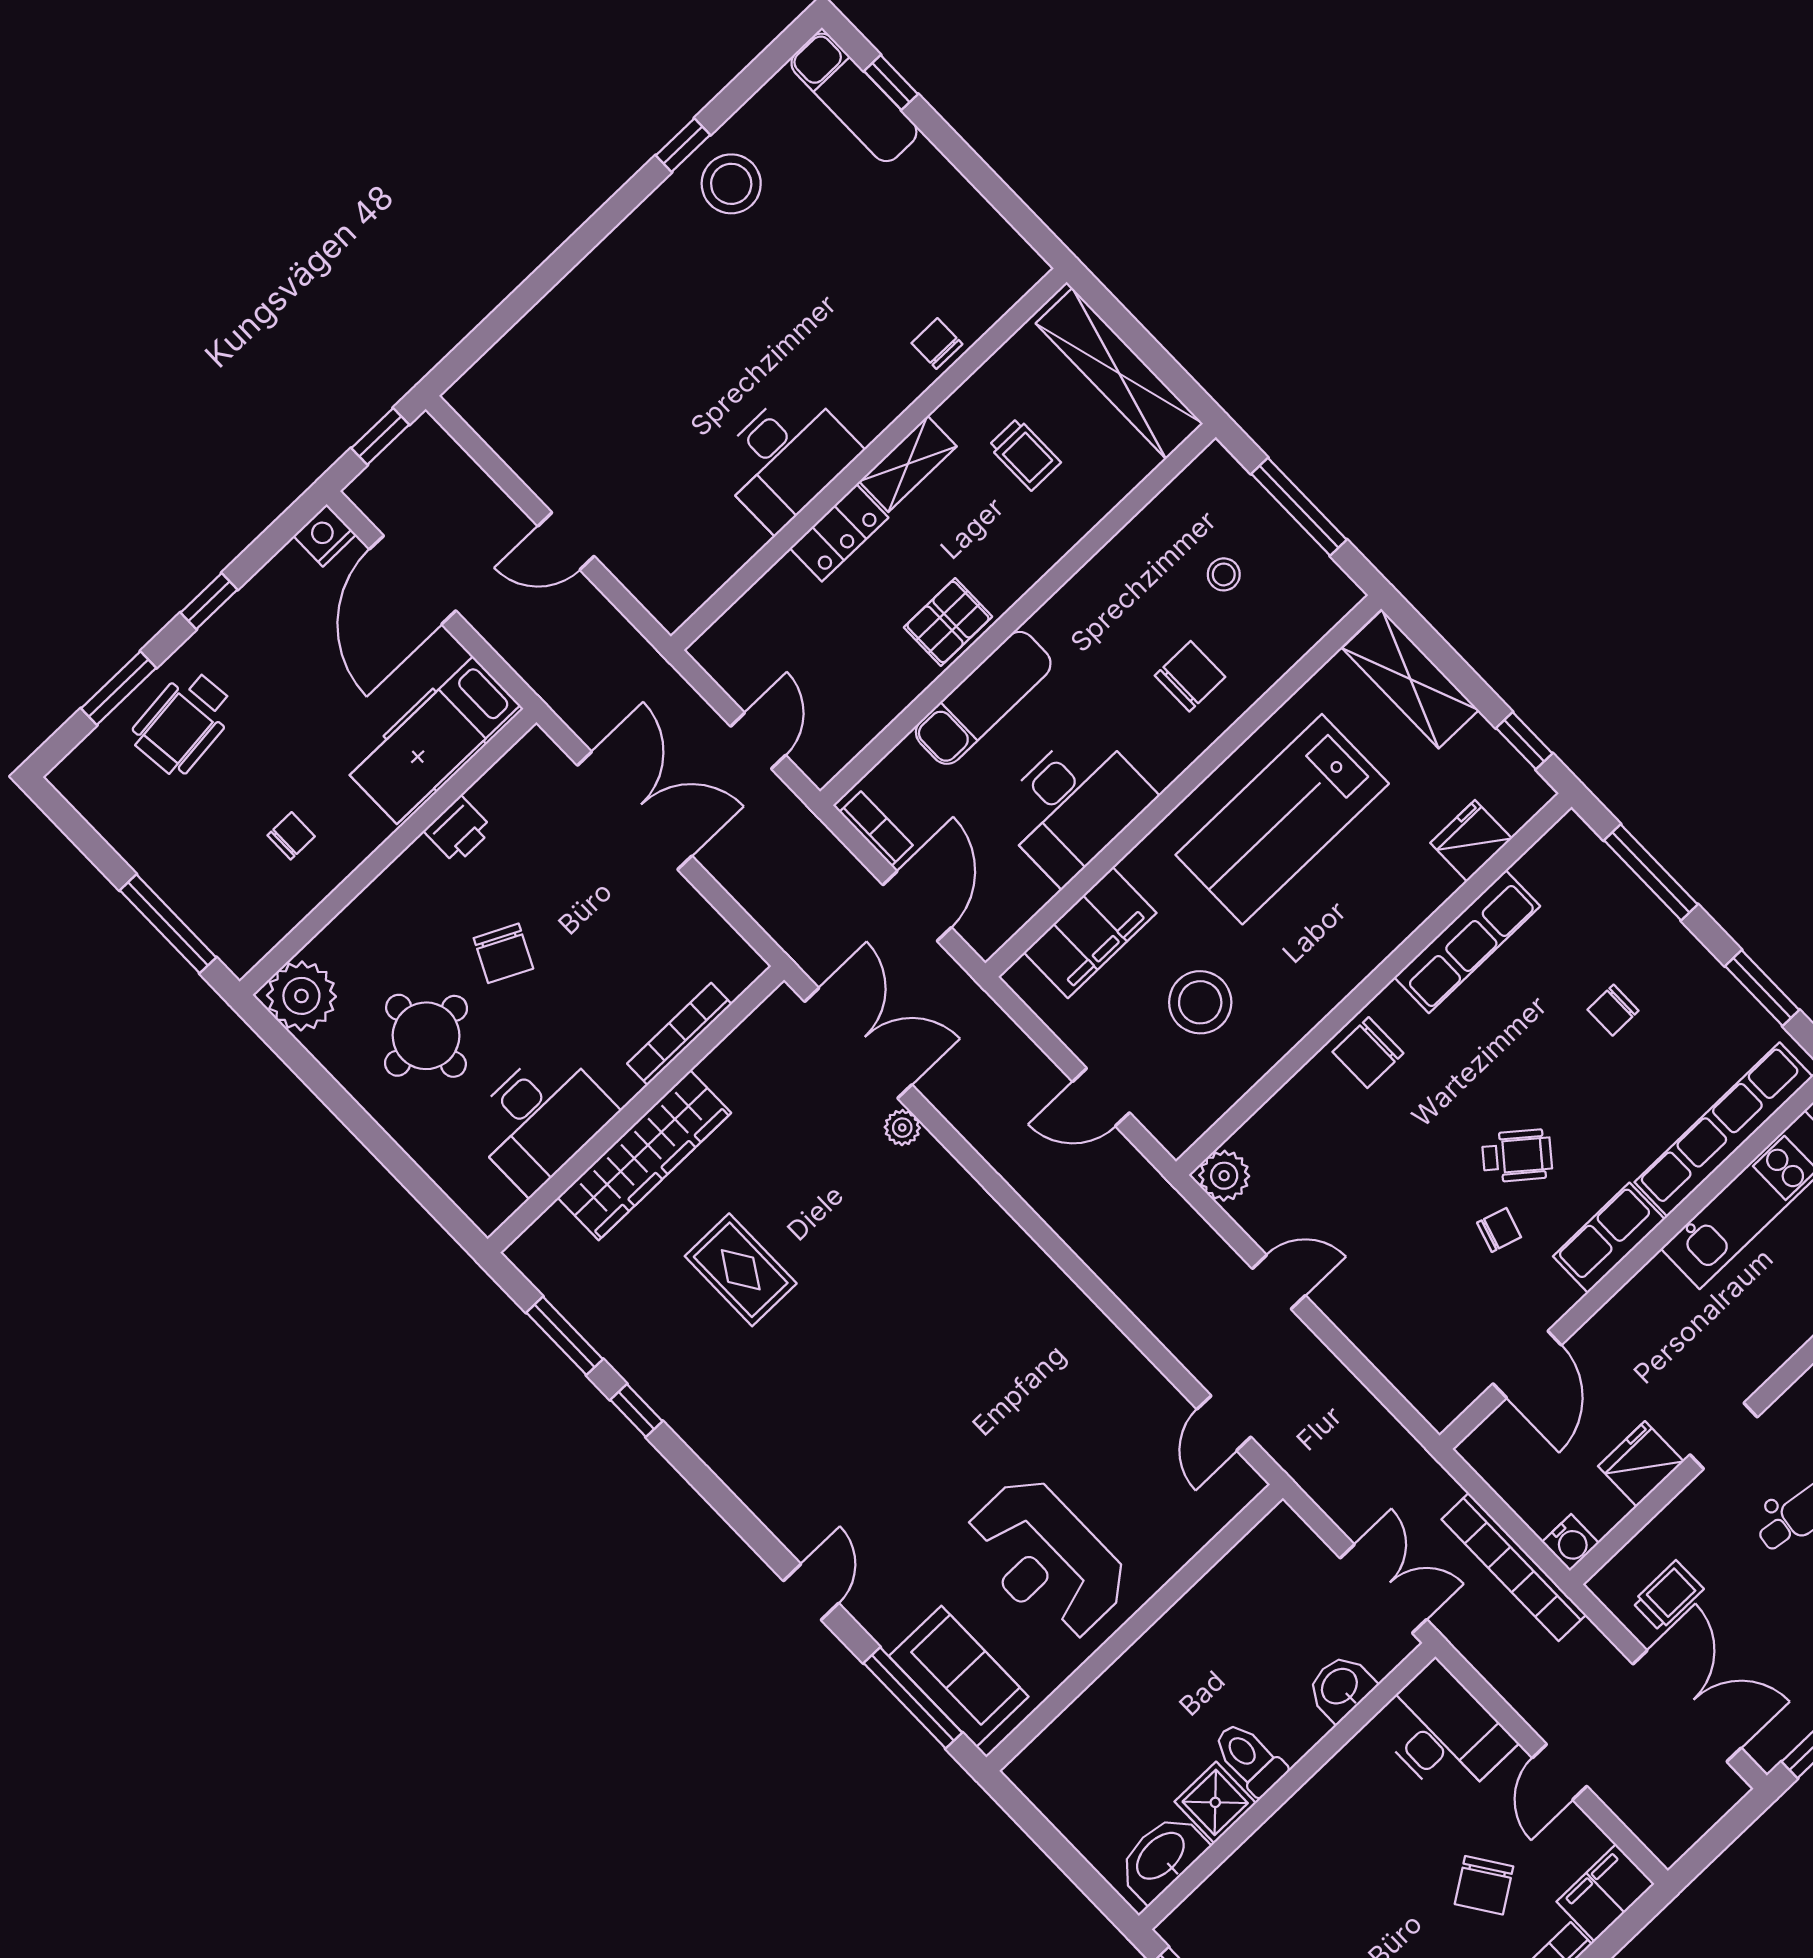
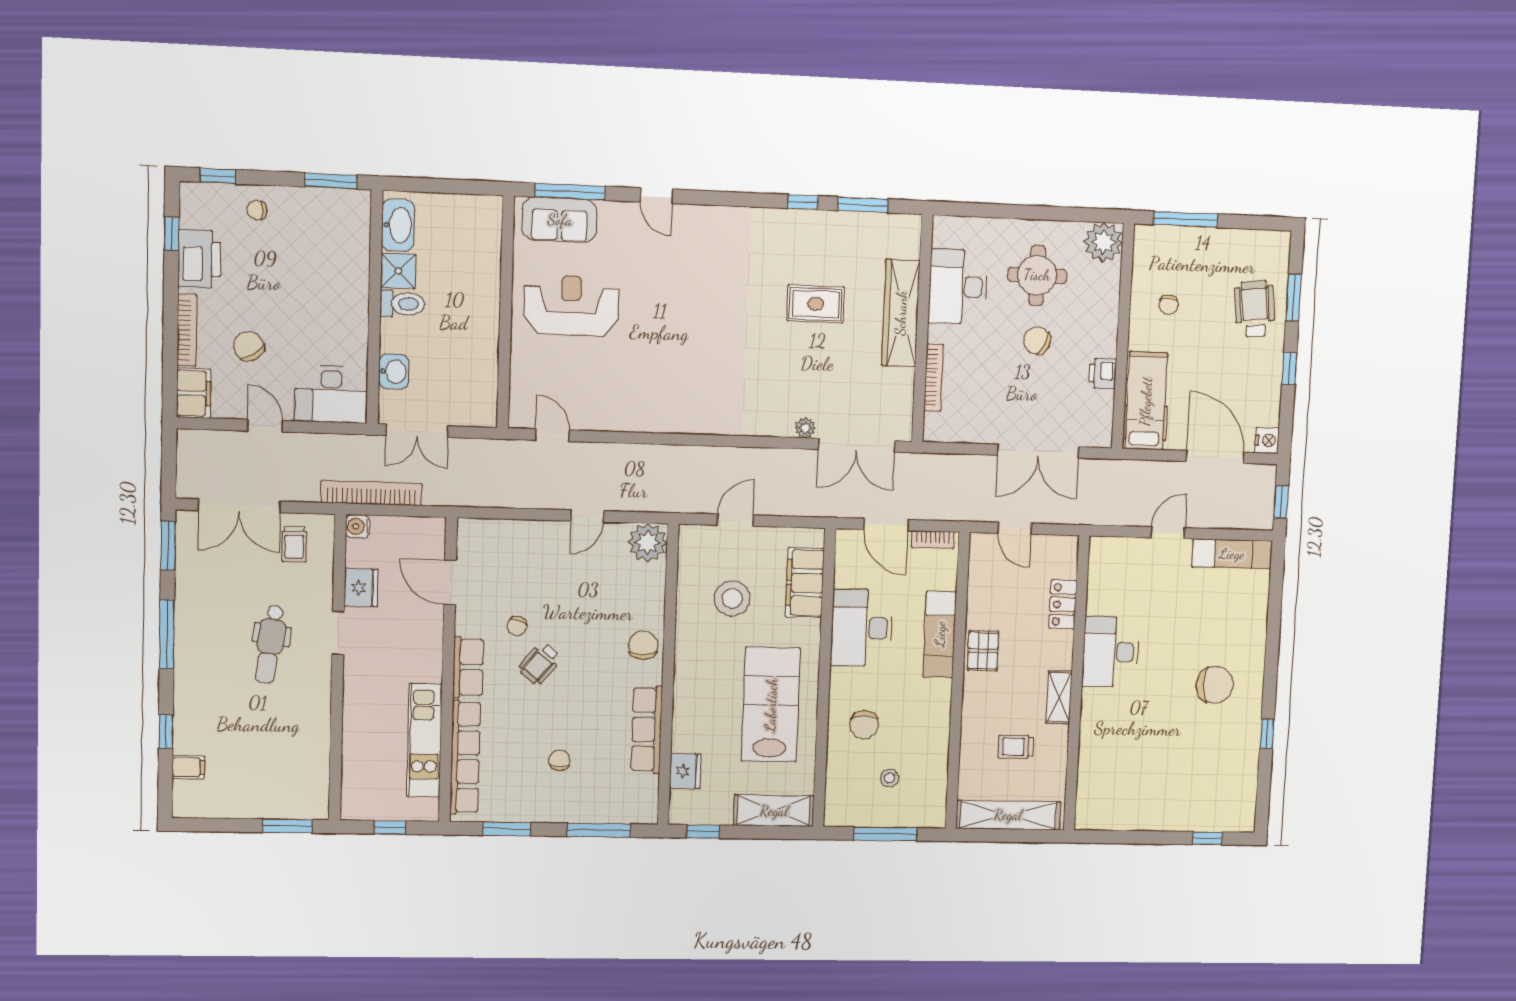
exam couch: (854, 97) -> (1232, 554), moved, turned 180
stool: (731, 184) -> (1234, 738), removed
chair: (937, 344) -> (1215, 685), moved, width x1.87, depth x1.87
locker: (839, 533) -> (1063, 604), moved
plant: (1224, 1176) -> (648, 543), width x1.36, depth x1.36

